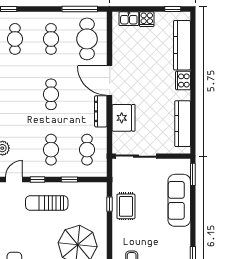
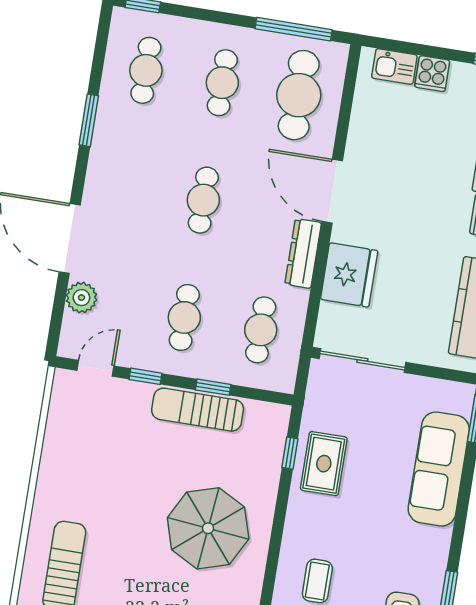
sun lounger: (47, 203) -> (198, 410), moved

